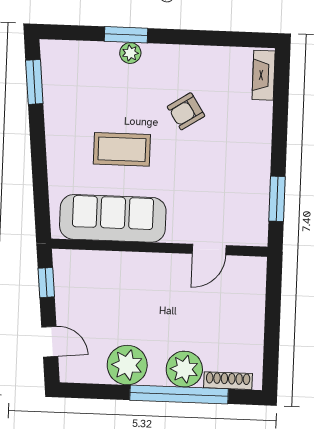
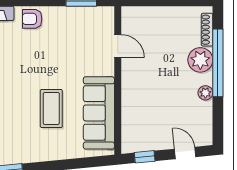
armchair: (186, 111) -> (32, 19), moved, turned 123
door: (50, 342) -> (185, 153), hinge flipped
plant: (127, 365) -> (205, 93), width x0.53, depth x0.53

